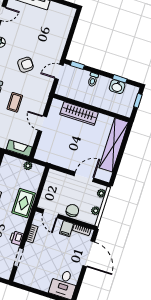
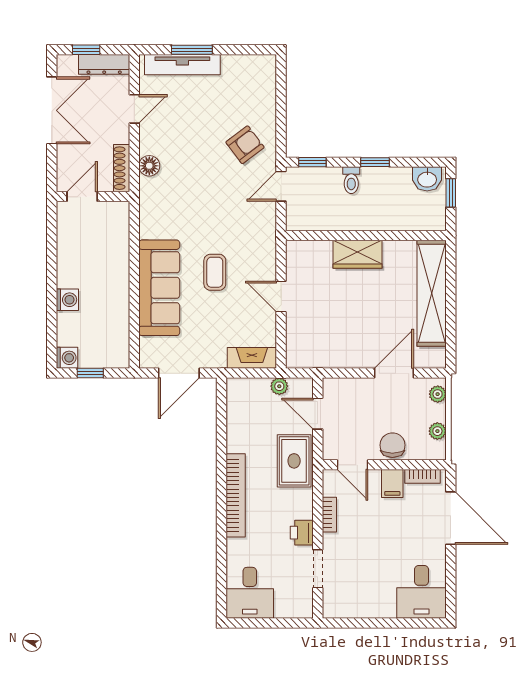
armchair: (25, 65) -> (245, 145), moved
window: (120, 79) -> (375, 162), moved
washbasin: (117, 87) -> (427, 179), moved
wardrobe: (79, 114) -> (358, 254), width x0.67
door: (42, 184) -> (318, 414), added

